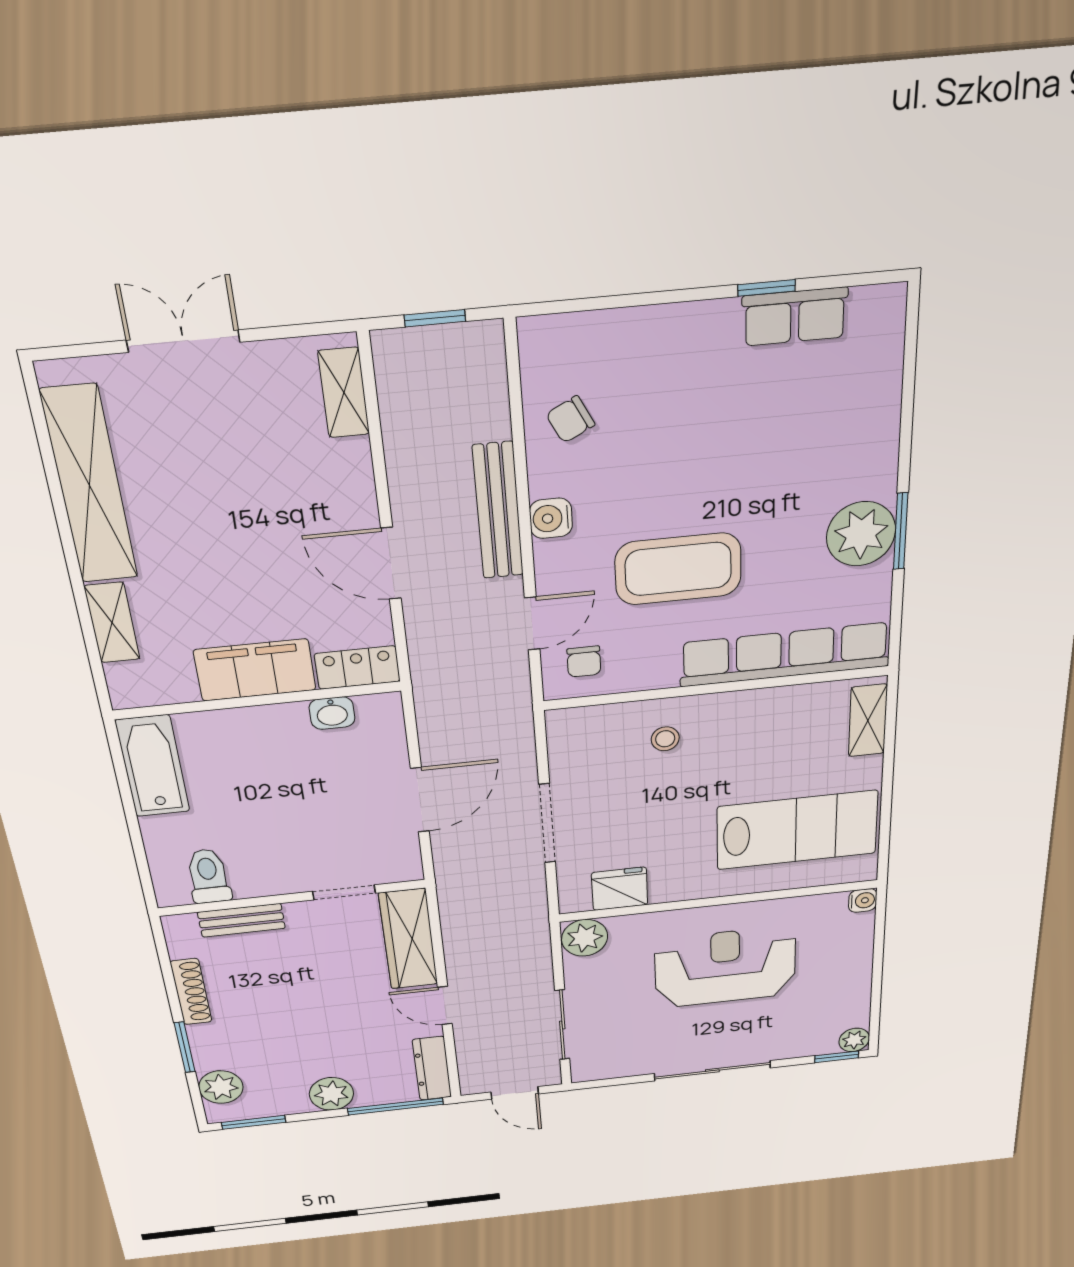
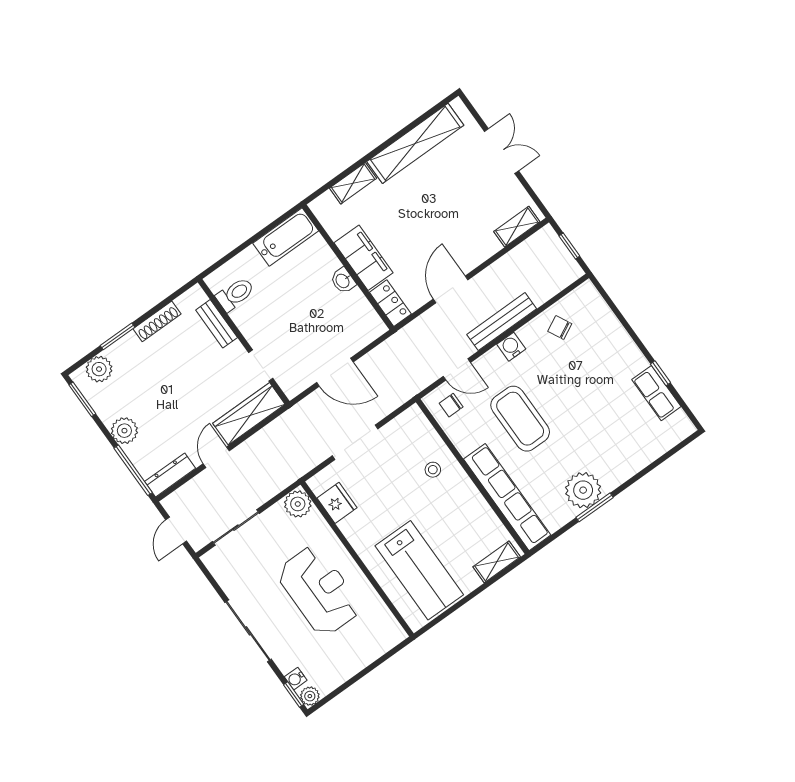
washbasin: (332, 713) -> (343, 281), moved
water cooler: (863, 900) -> (296, 679), moved, turned 90

